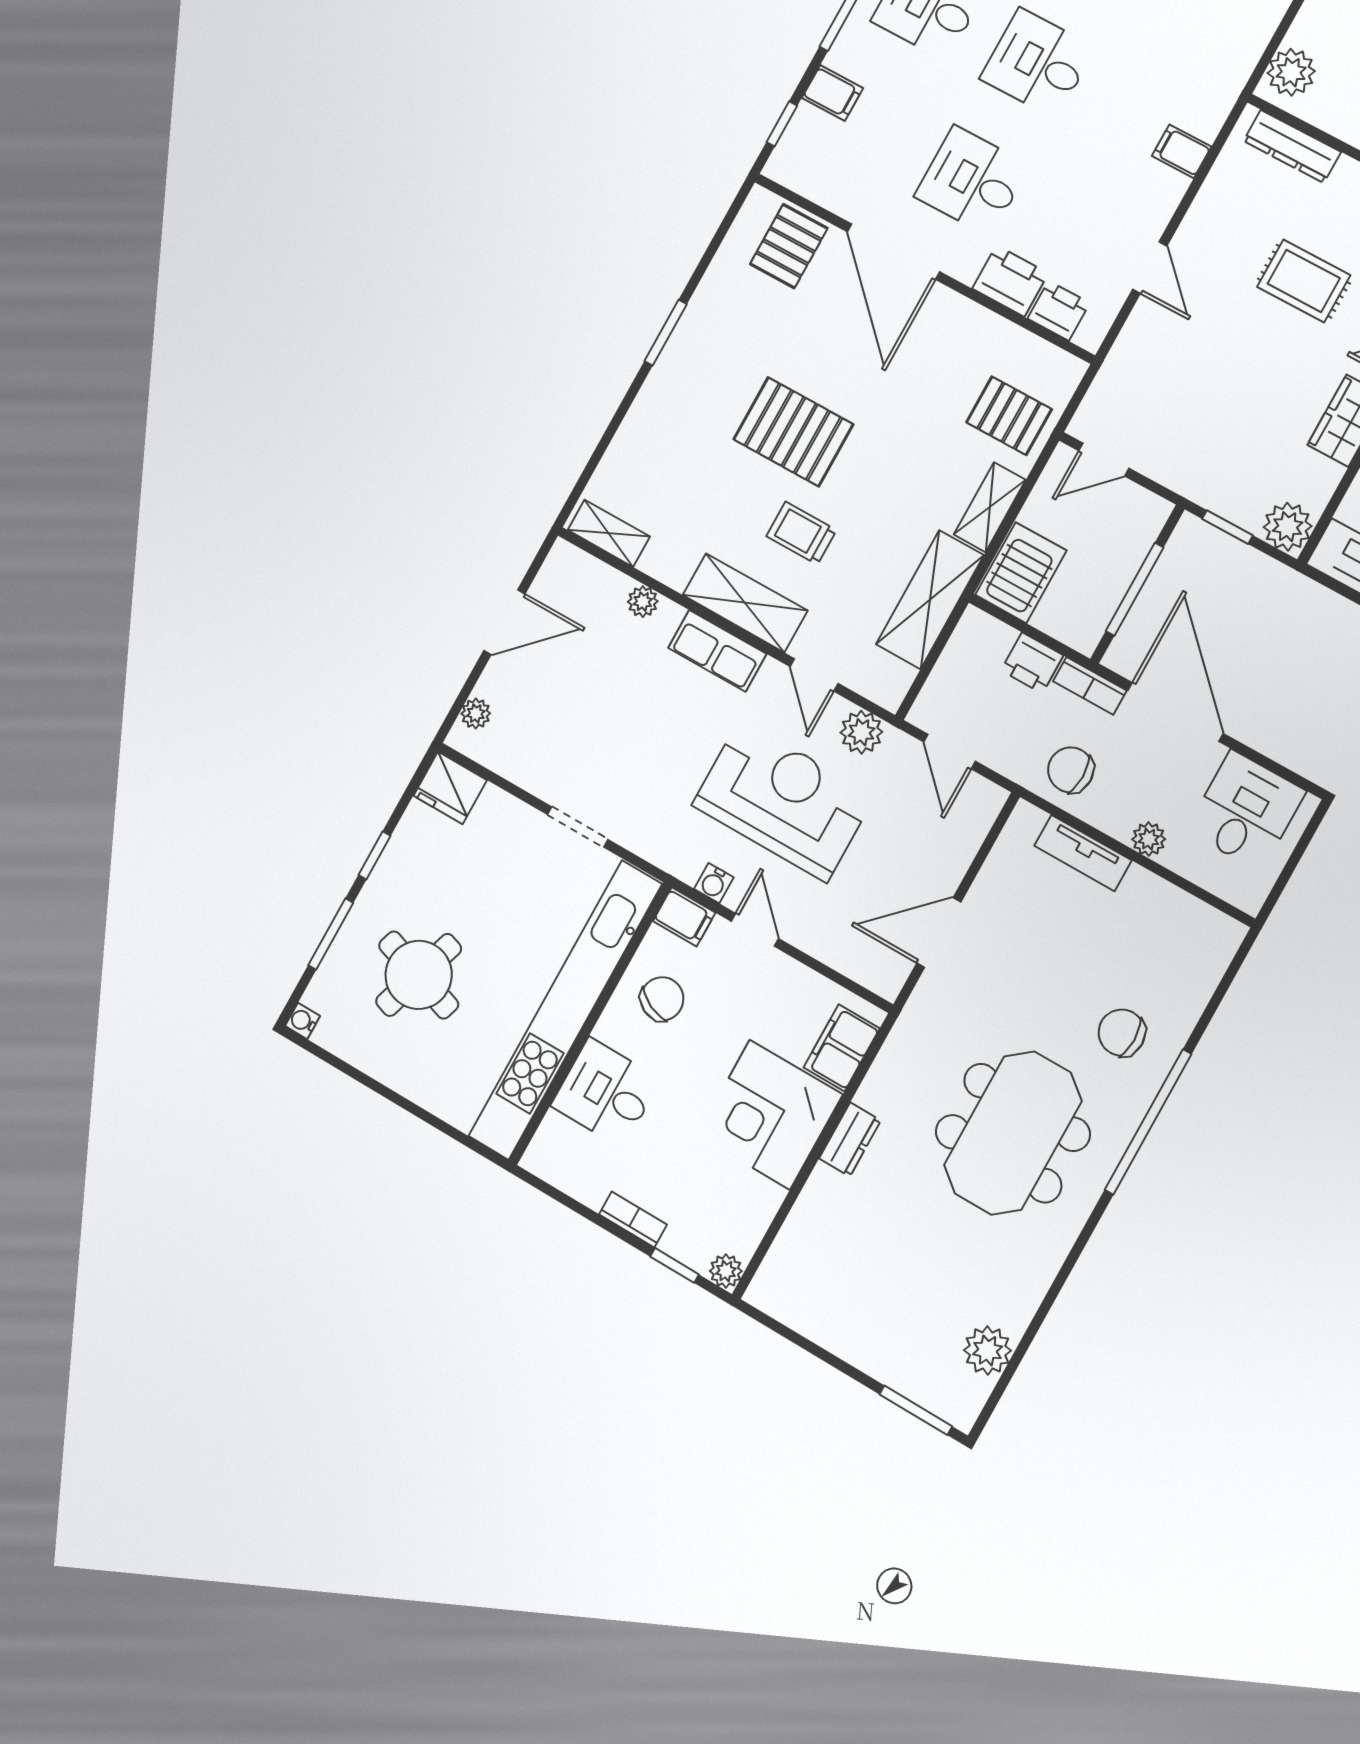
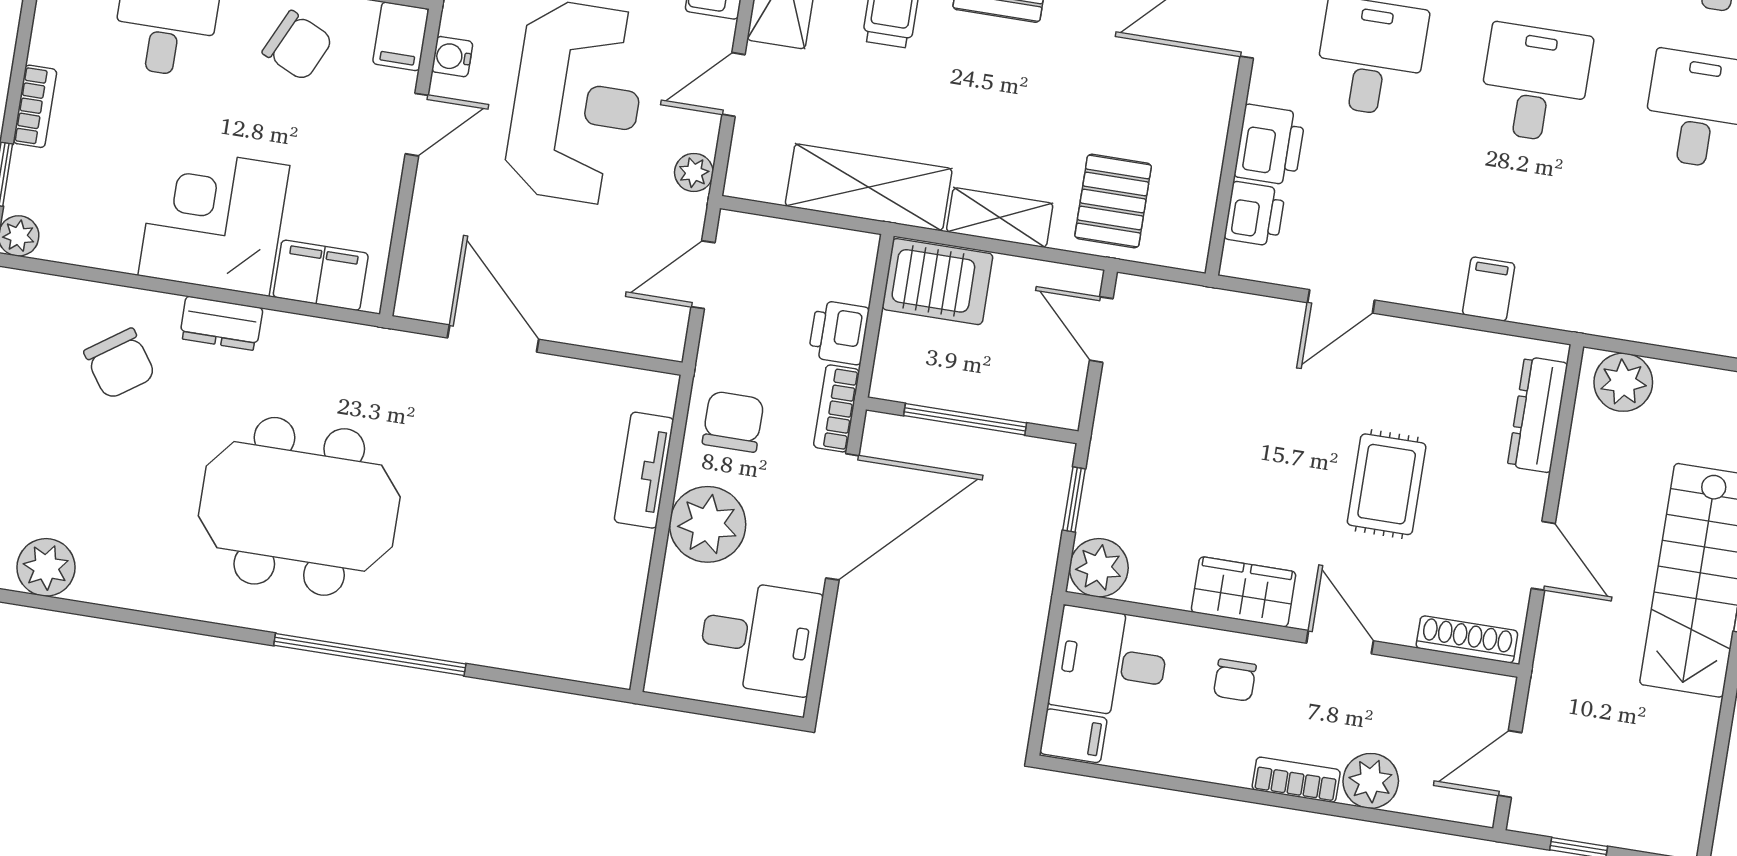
plant: (861, 732) -> (694, 172), width x0.73, depth x0.73
plant: (1149, 839) -> (708, 524), width x1.88, depth x1.88
chair: (1122, 1033) -> (120, 364), moved, turned 145

